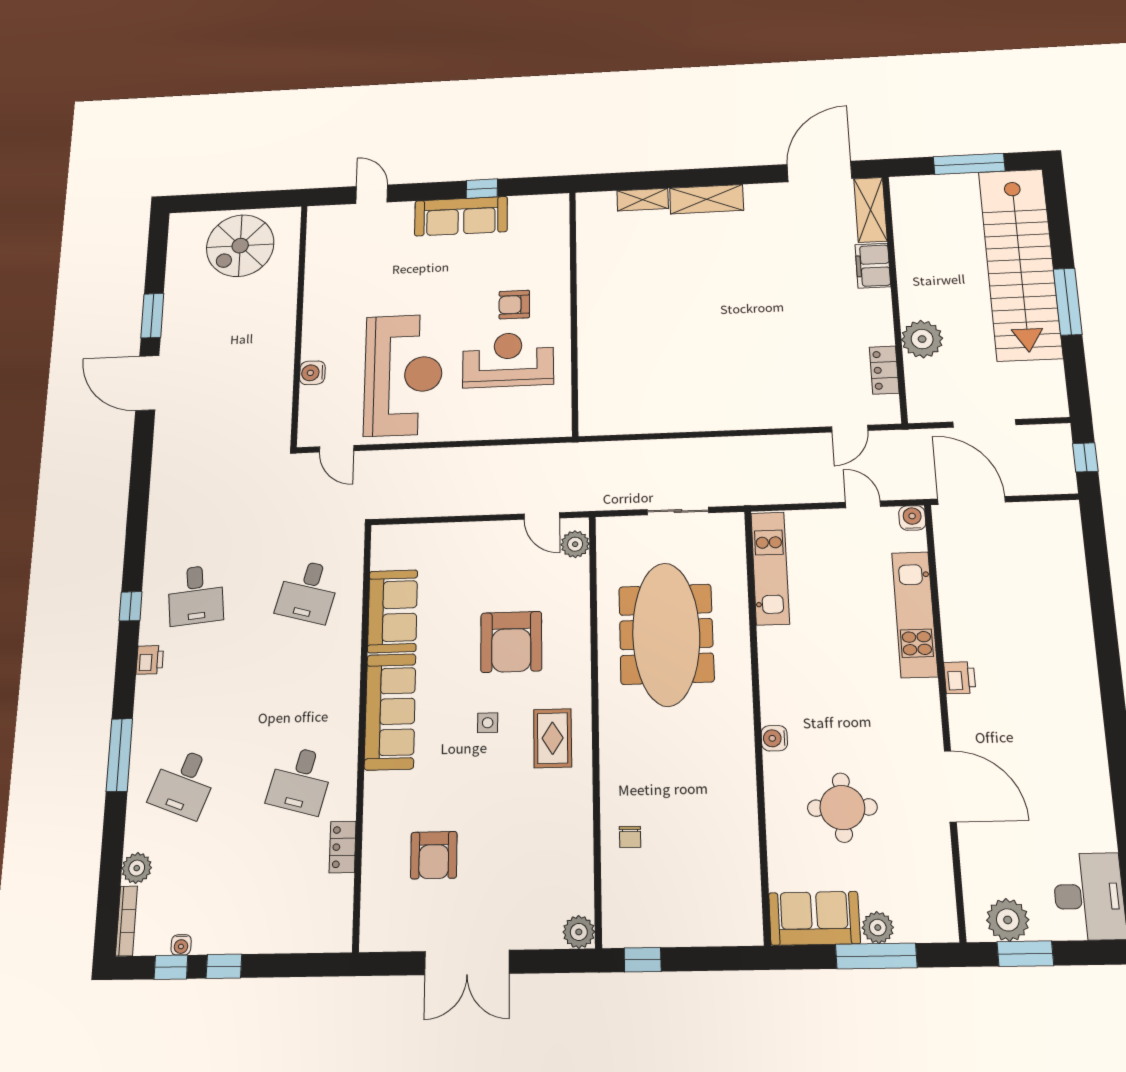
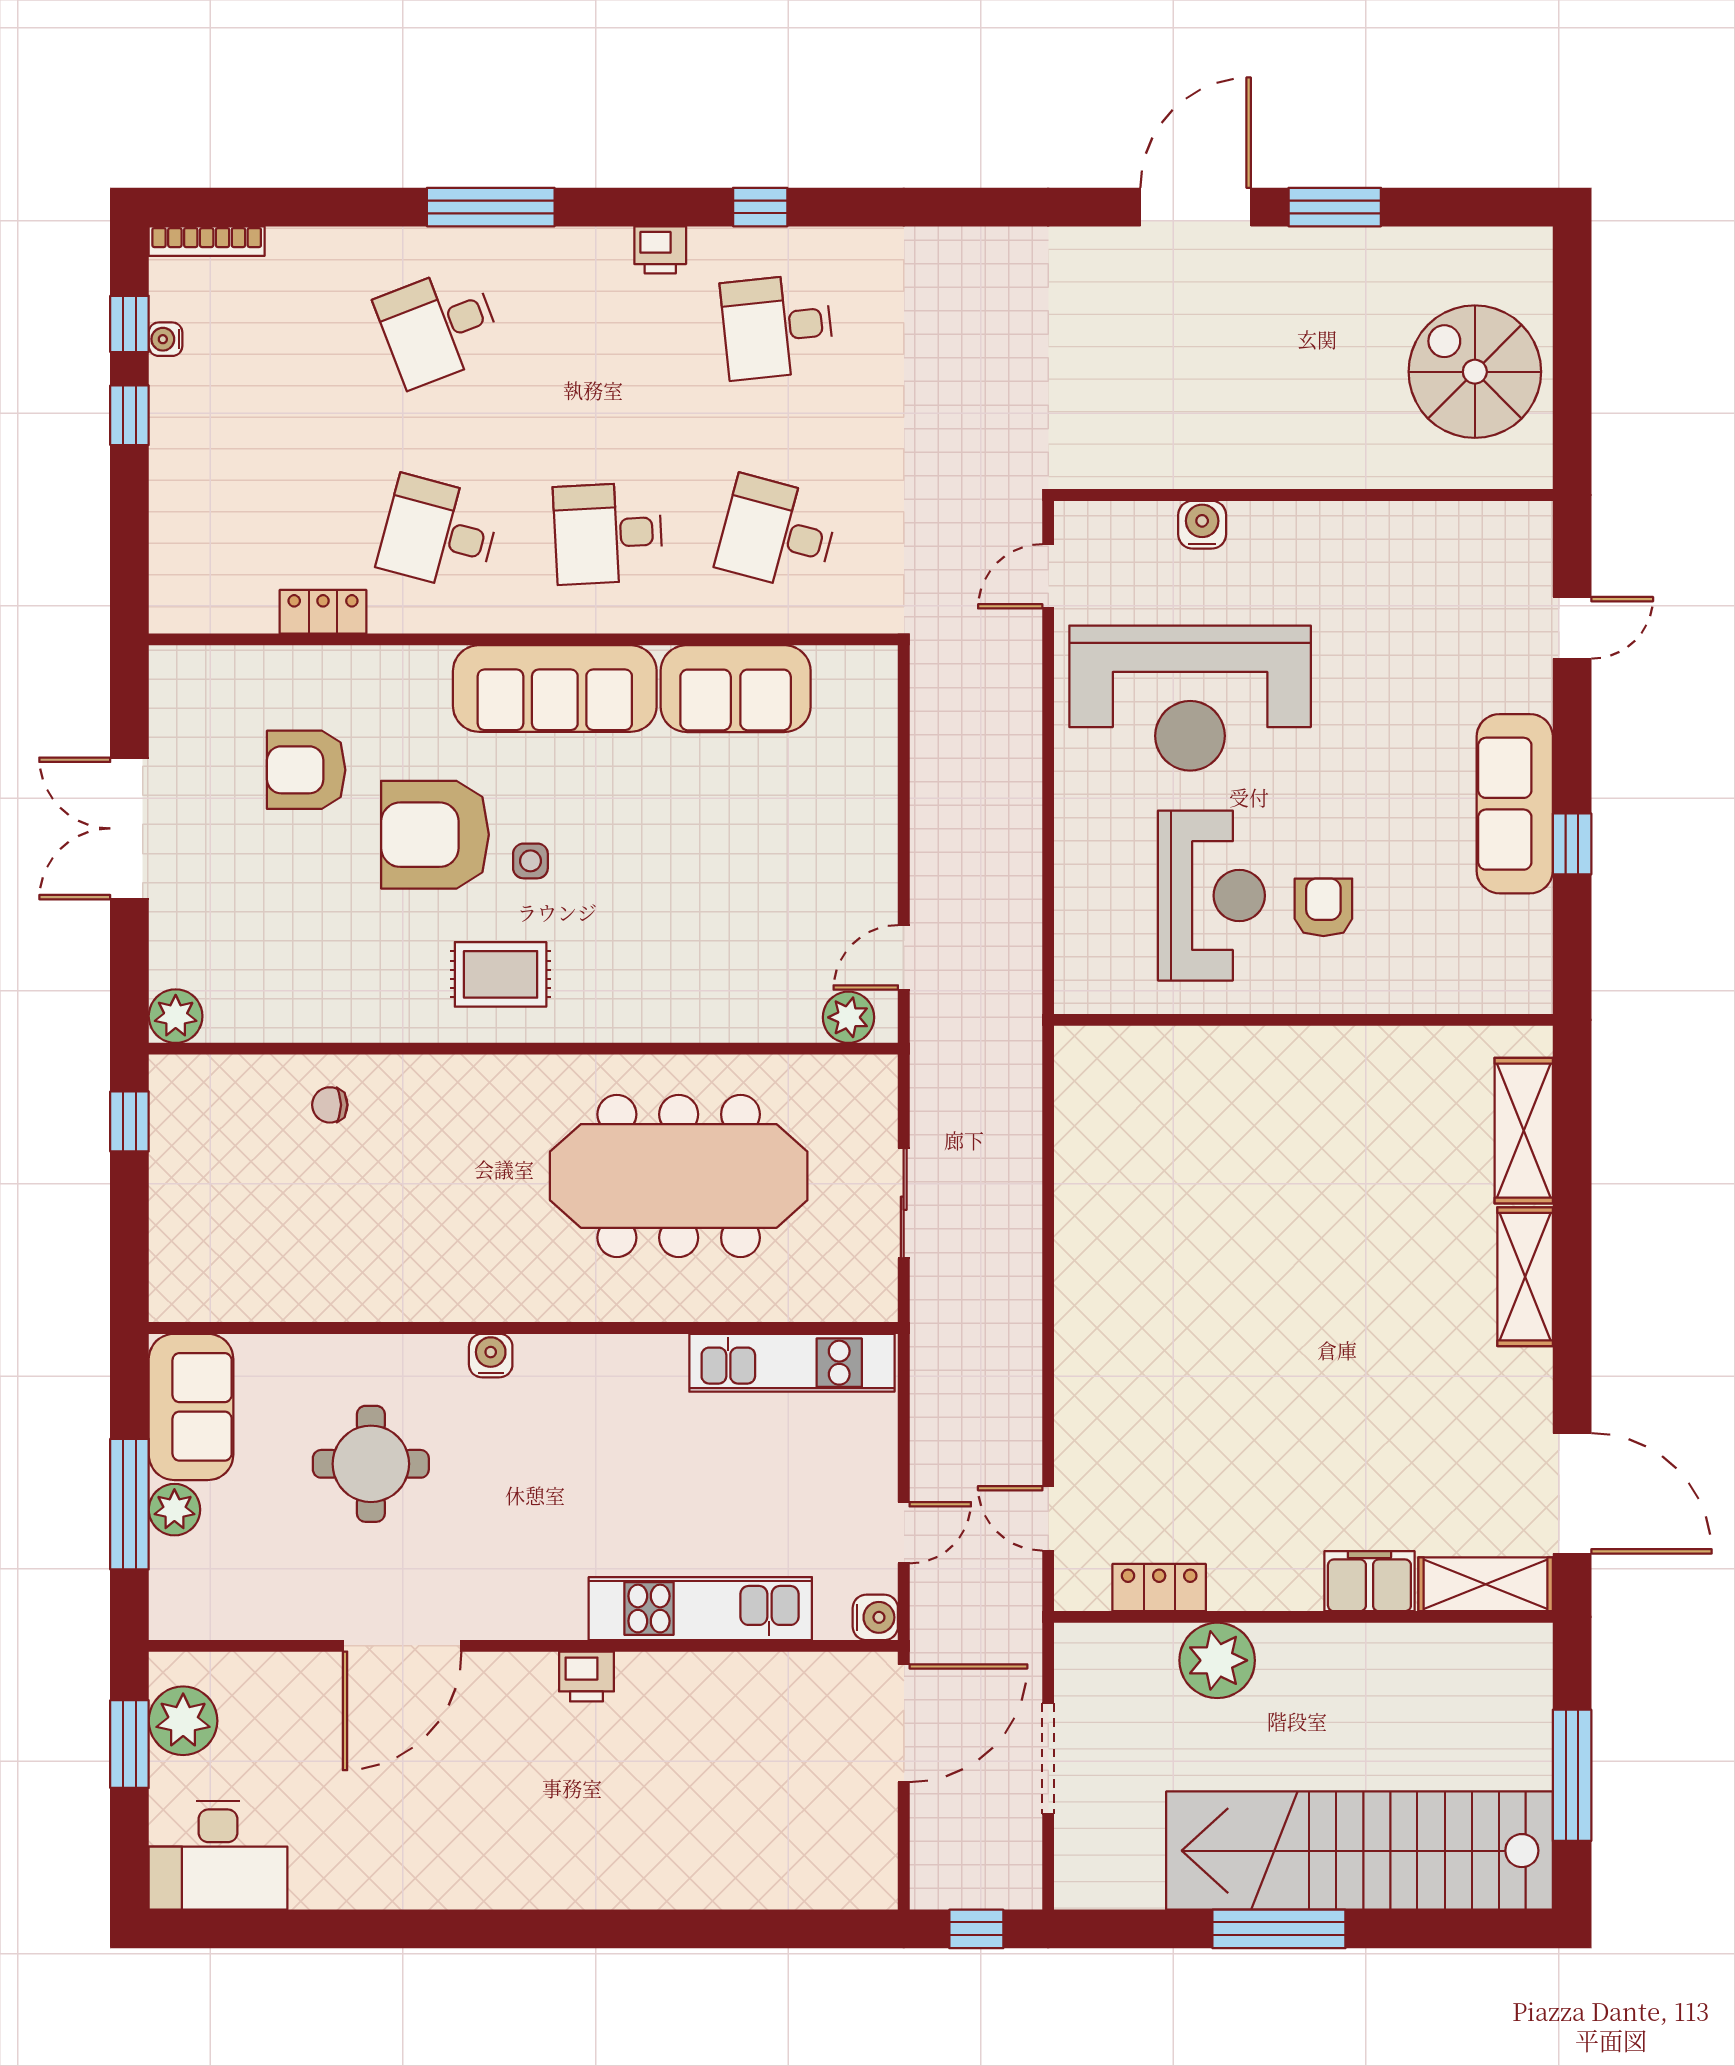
shelving: (643, 200) -> (1524, 1131), width x1.50, depth x1.33
armchair: (511, 642) -> (435, 835), moved
desk: (304, 684) -> (608, 533), added
desk: (184, 783) -> (439, 327), turned -42
plant: (137, 868) -> (295, 253), removed

